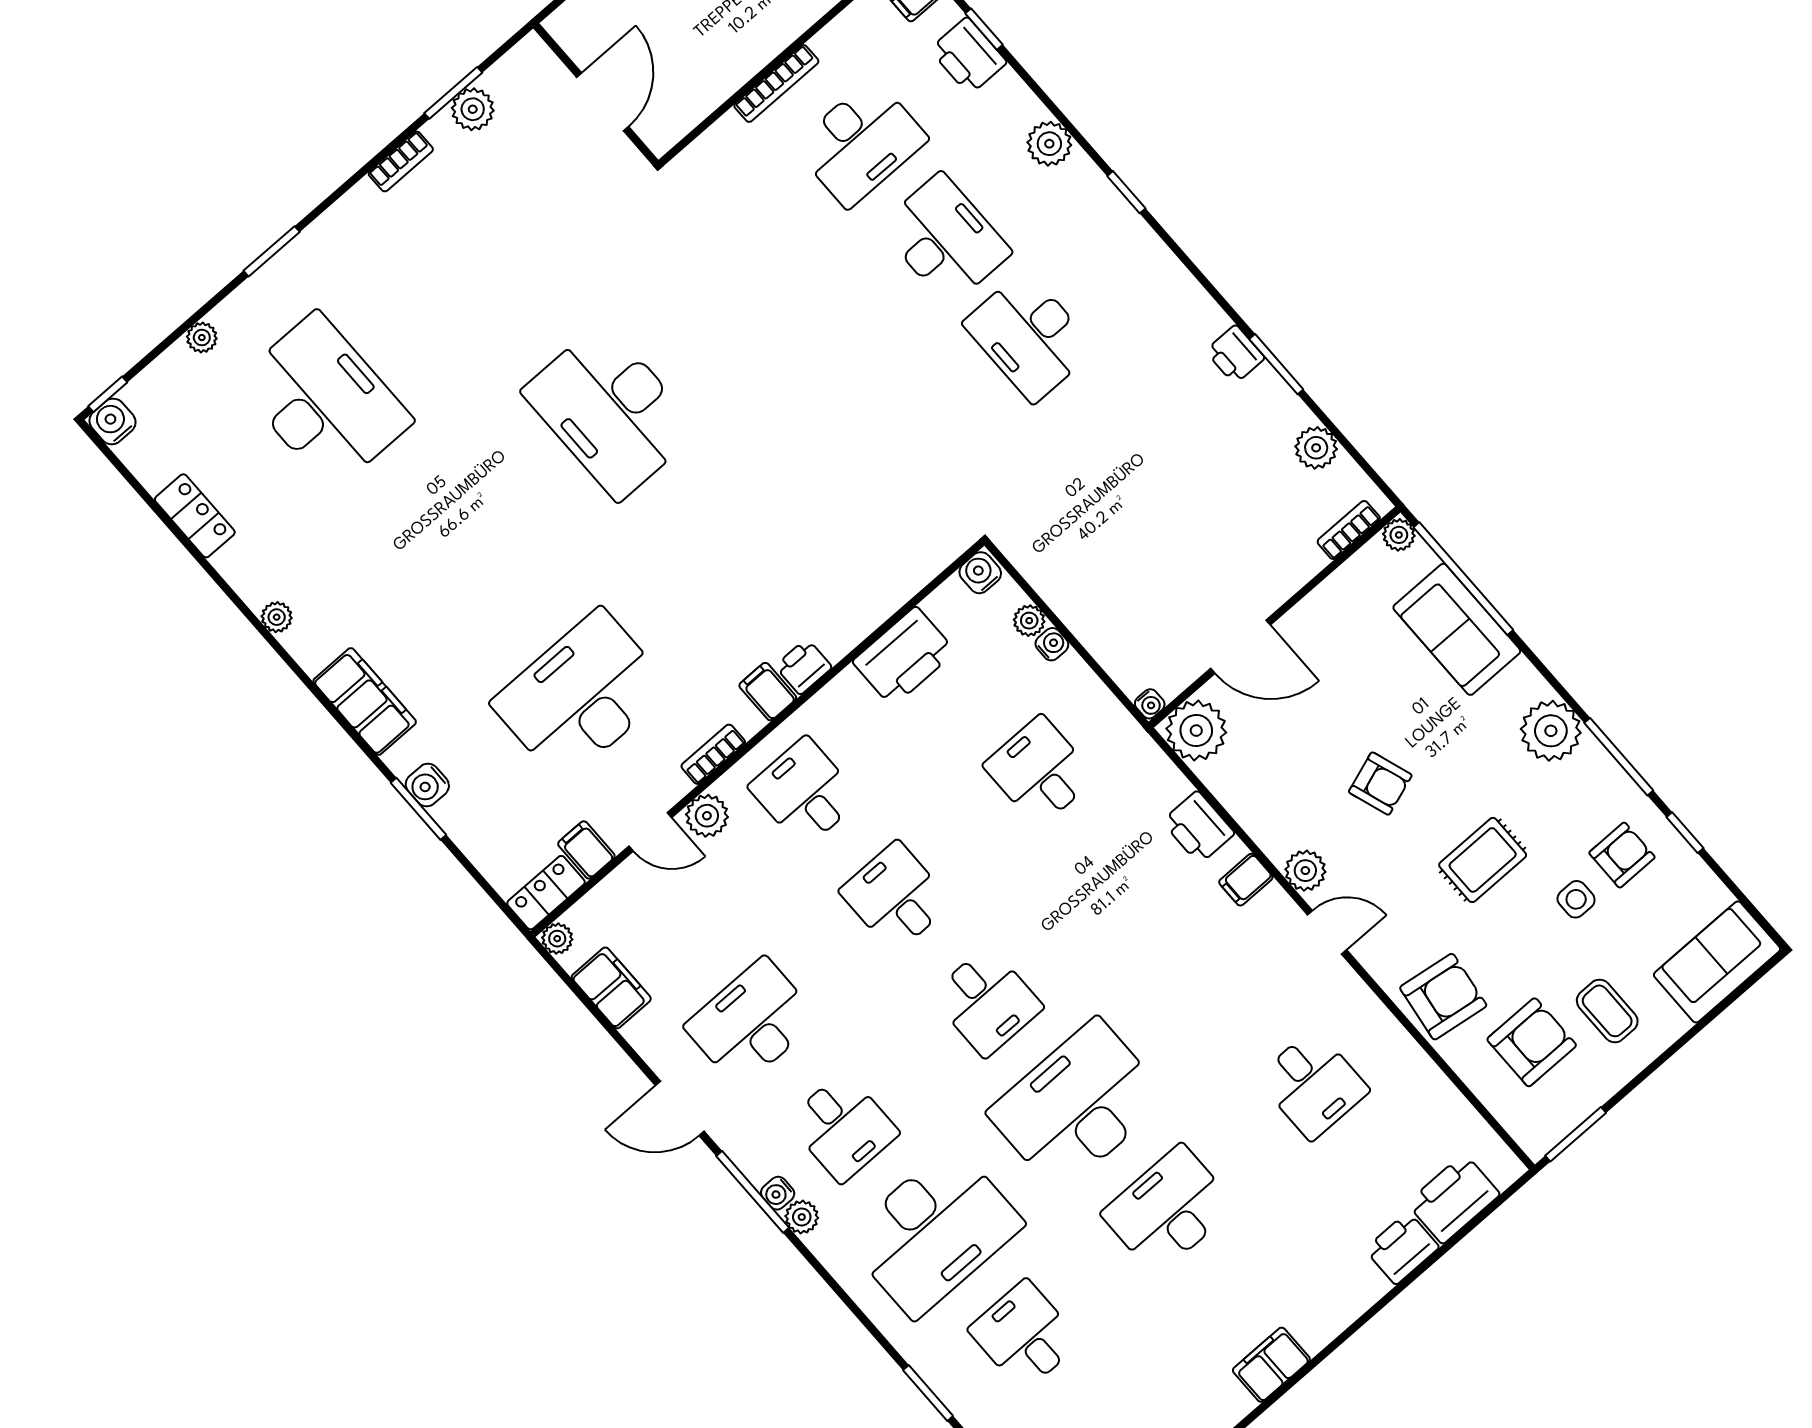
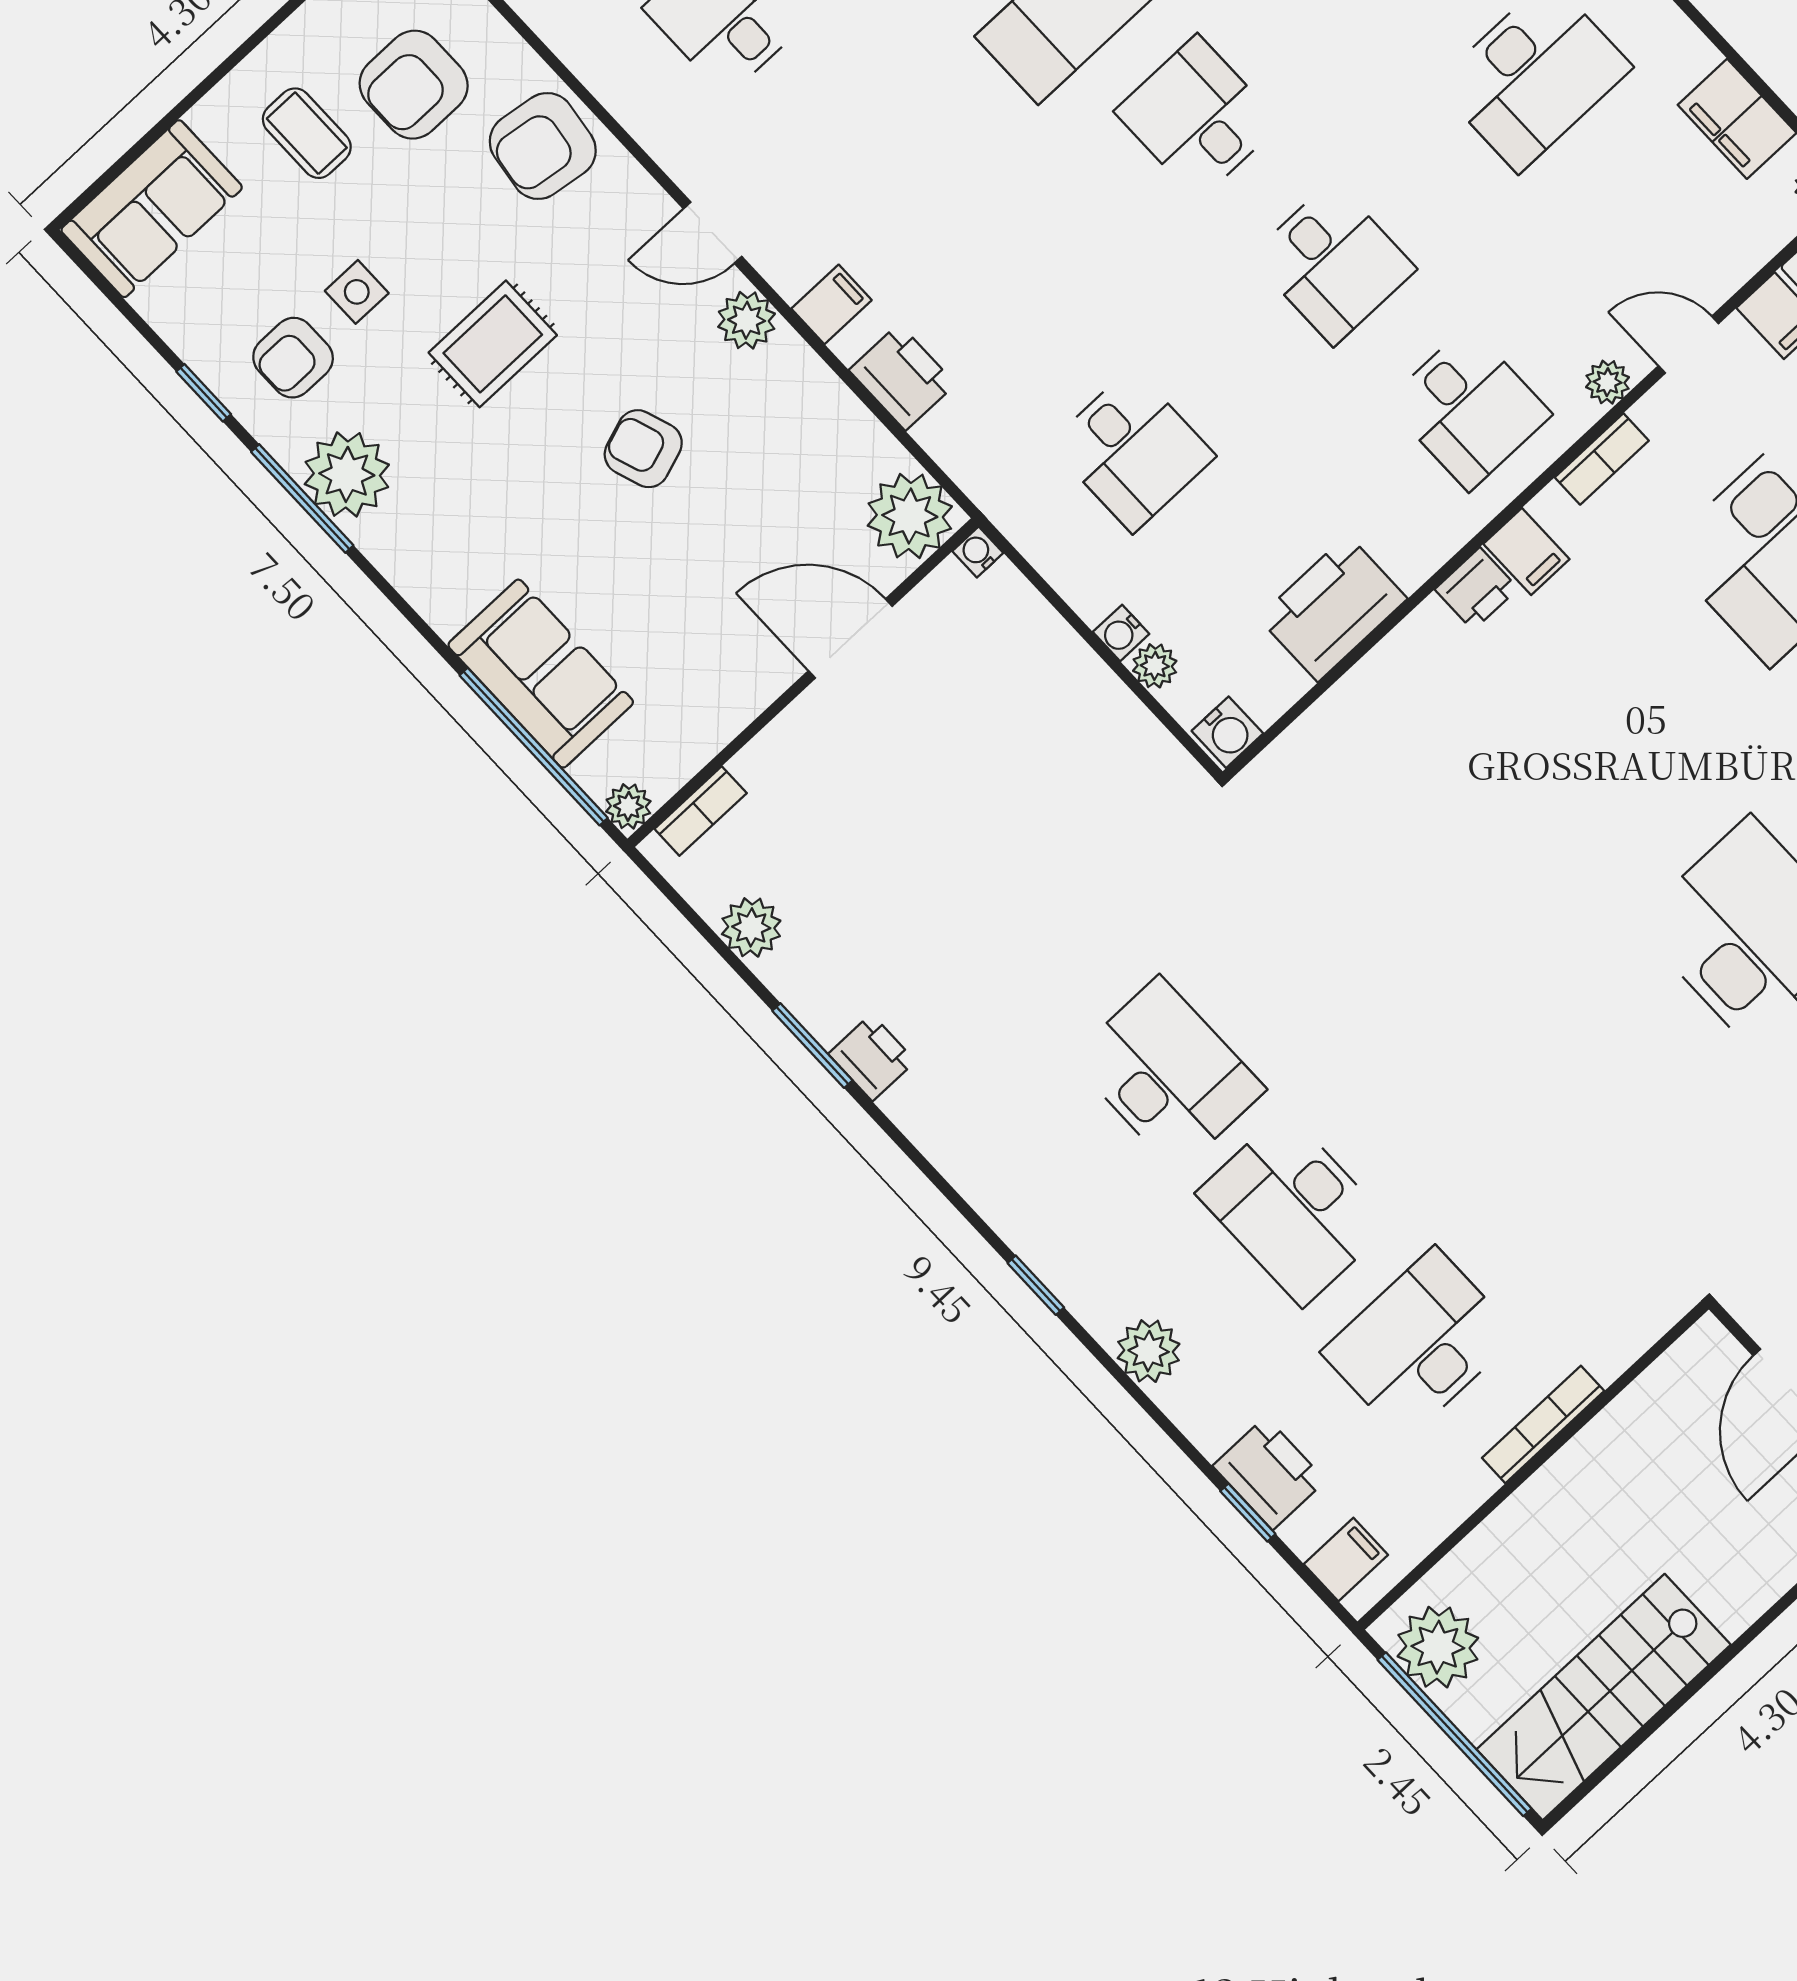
plant: (1551, 731) -> (347, 474), moved
plant: (707, 816) -> (1607, 382), width x0.73, depth x0.73

